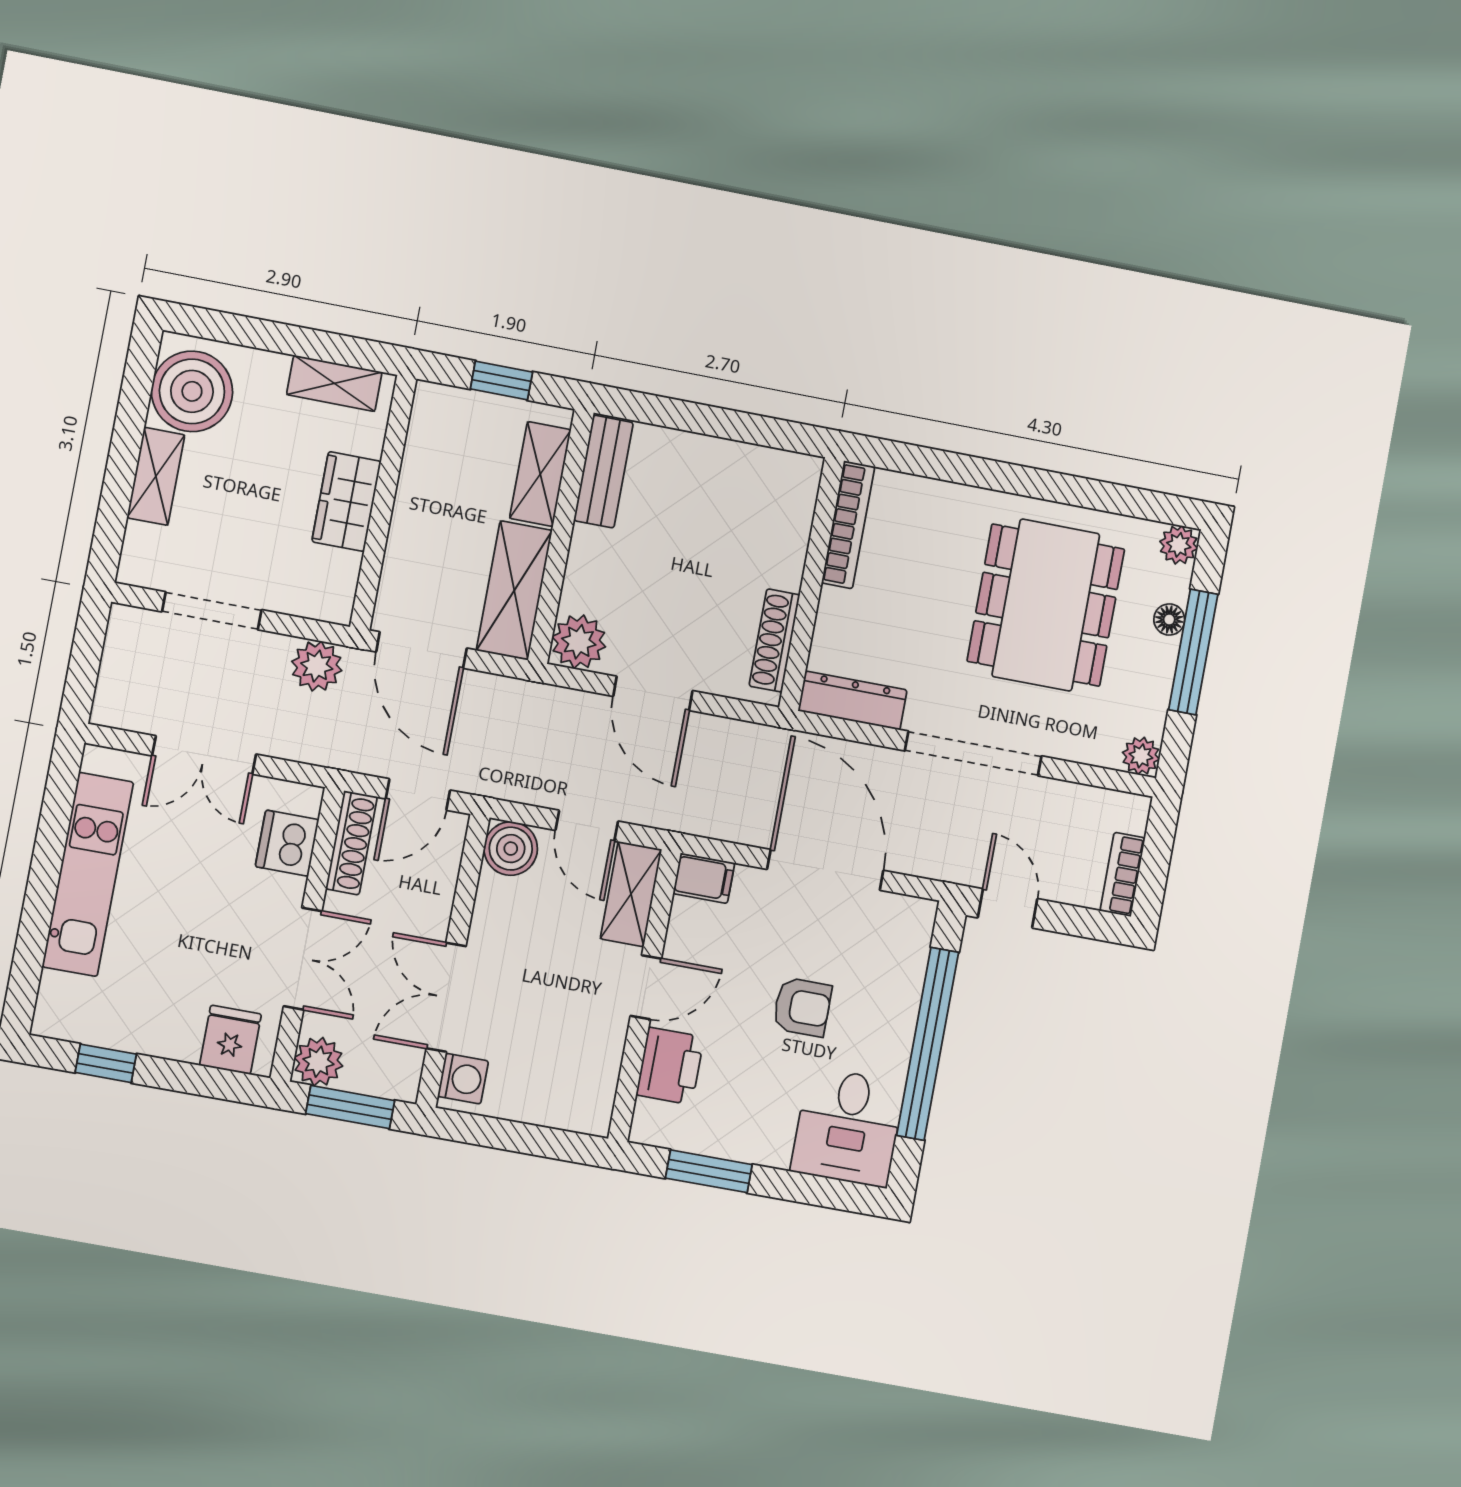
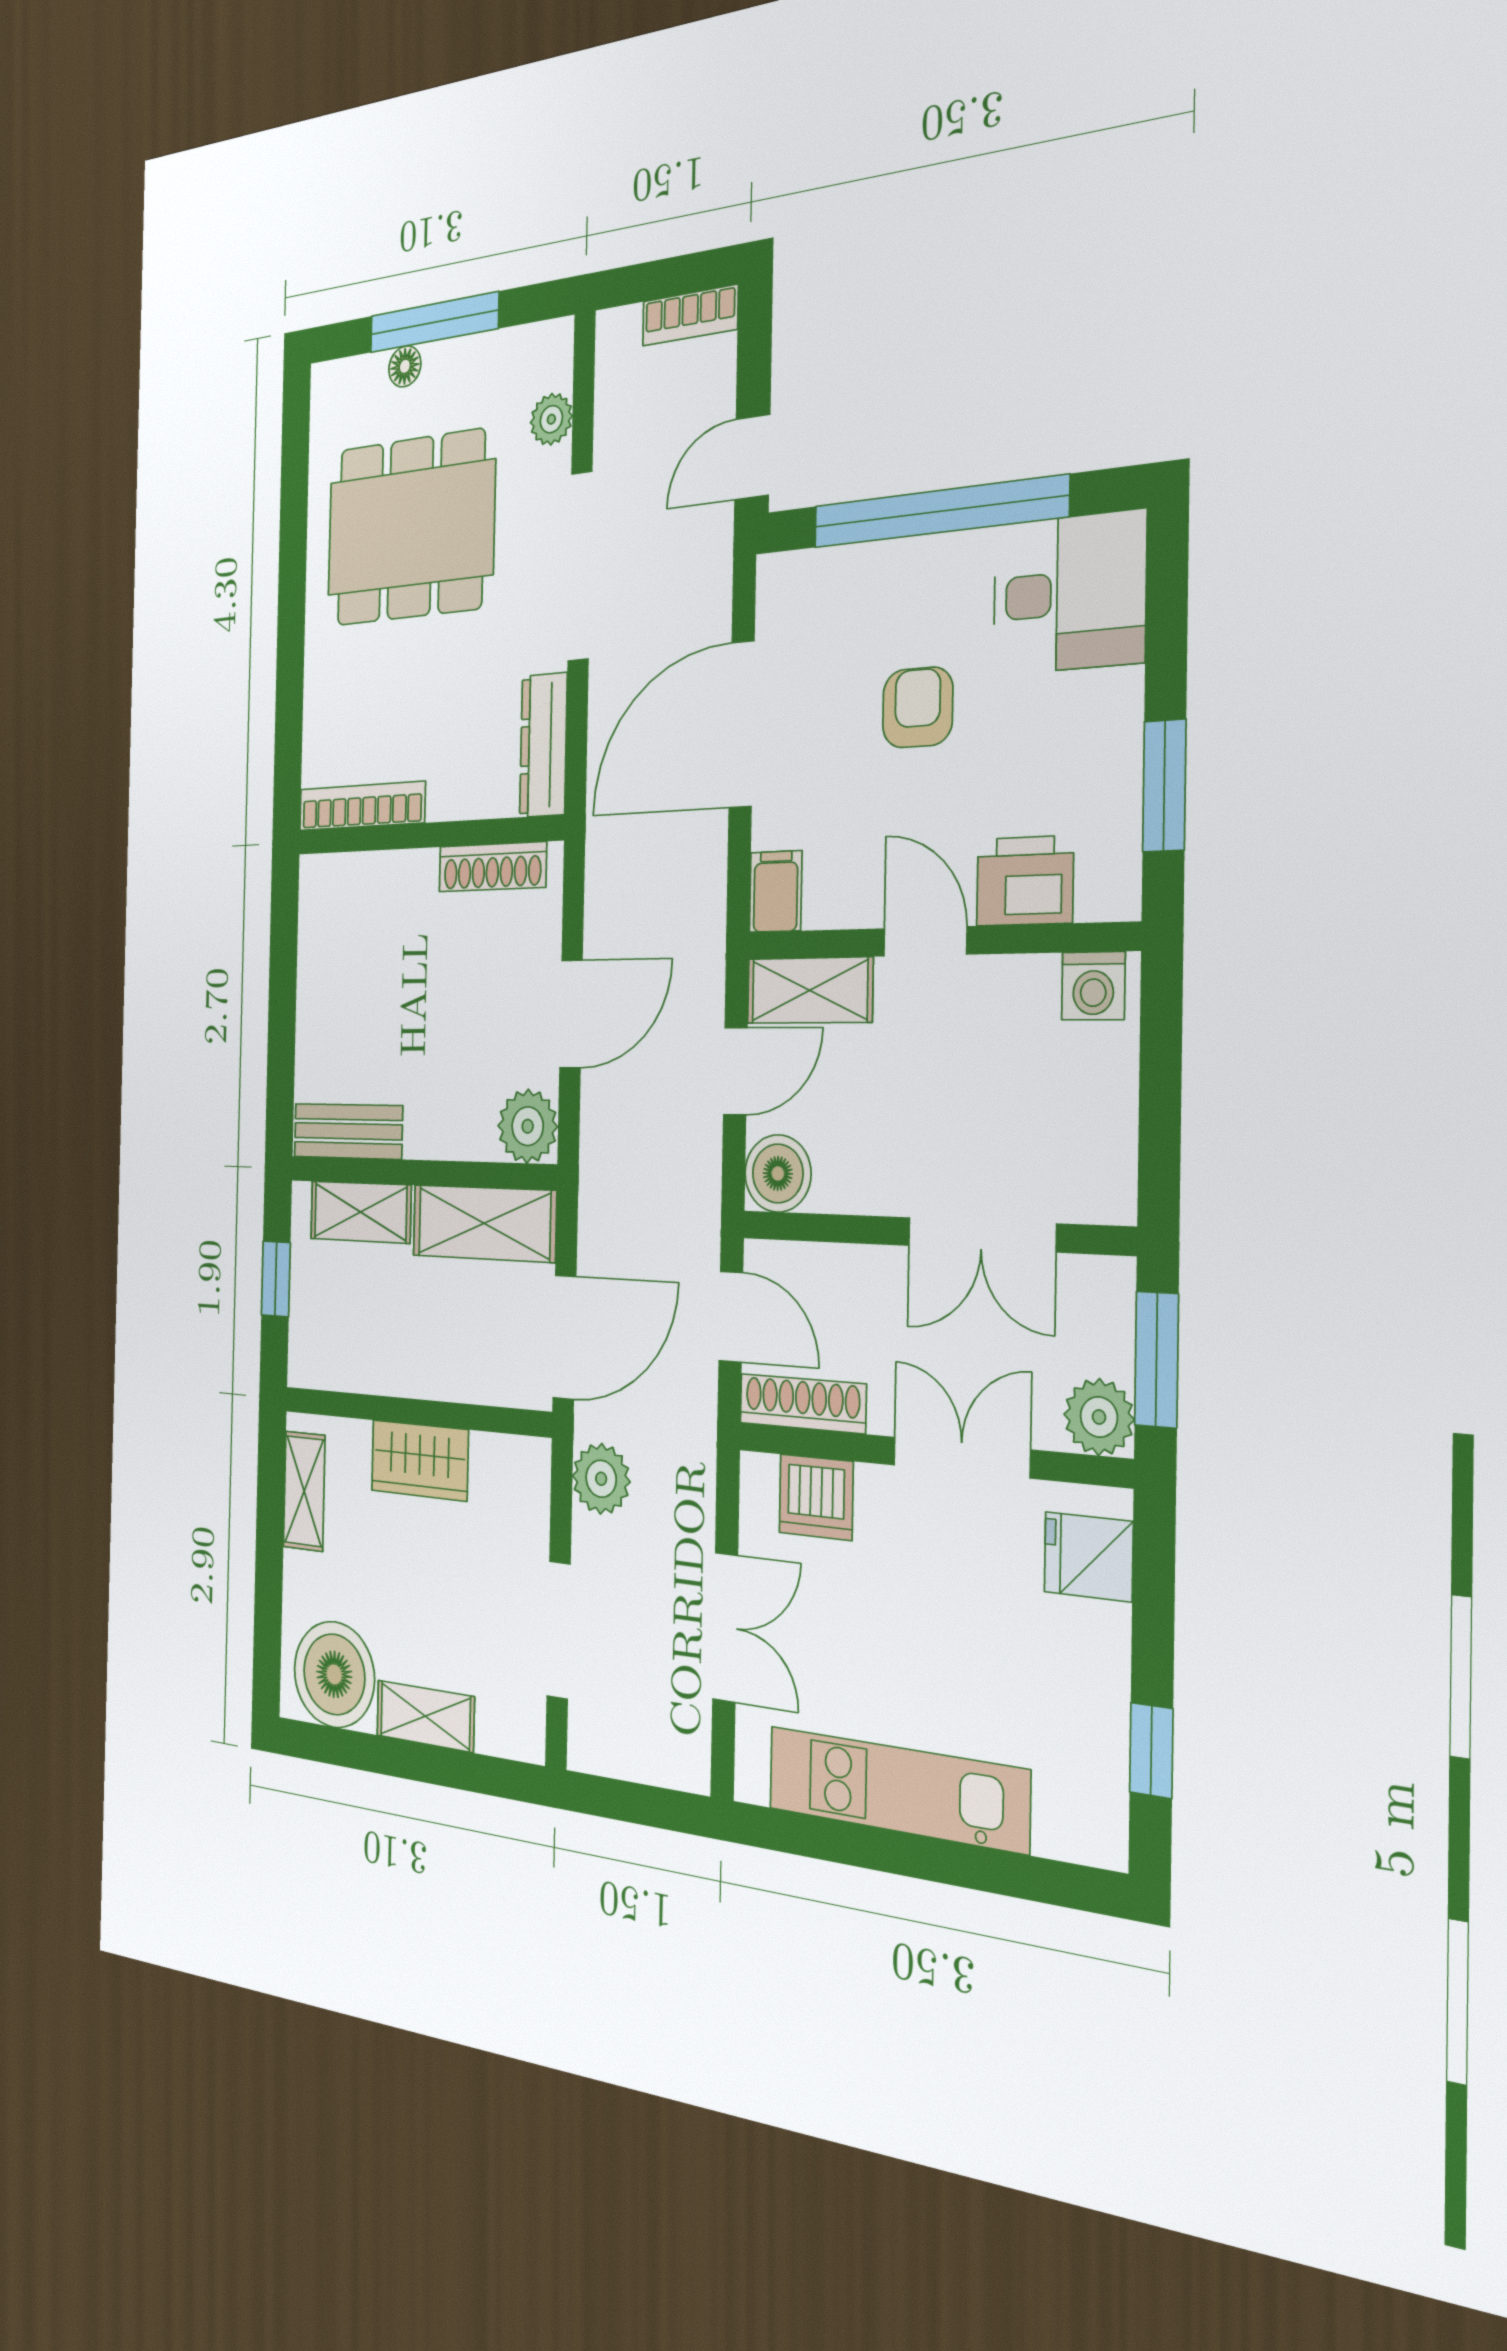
plant: (1179, 545) -> (329, 385), removed
plant: (1141, 756) -> (551, 419), moved
washing machine: (463, 1079) -> (1093, 986), moved, turned 180

